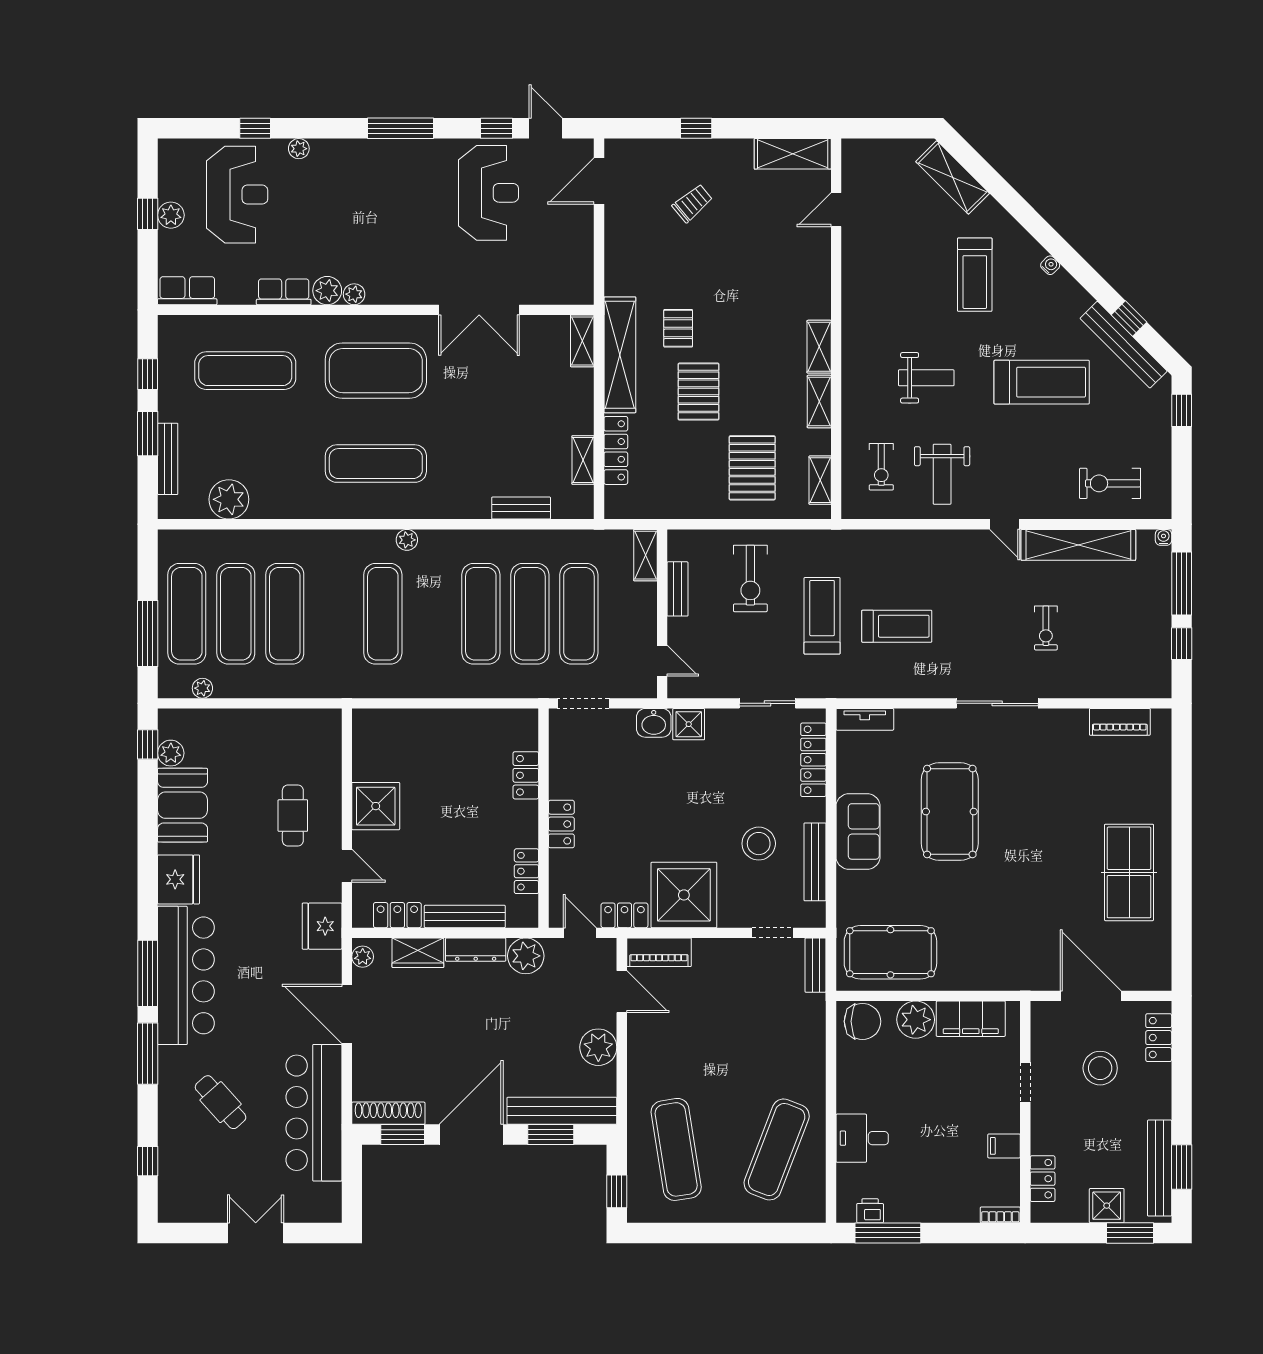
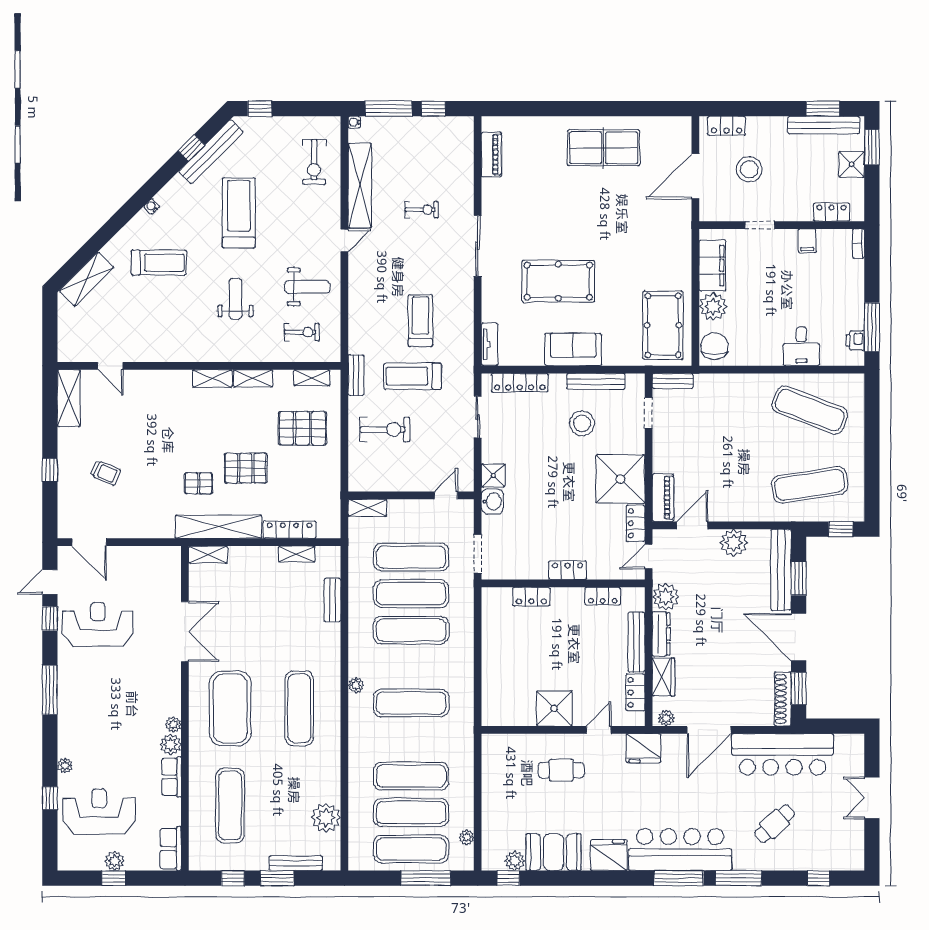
trolley: (692, 203) -> (106, 473), turned 152
bench: (678, 589) -> (356, 375), moved, turned 90

